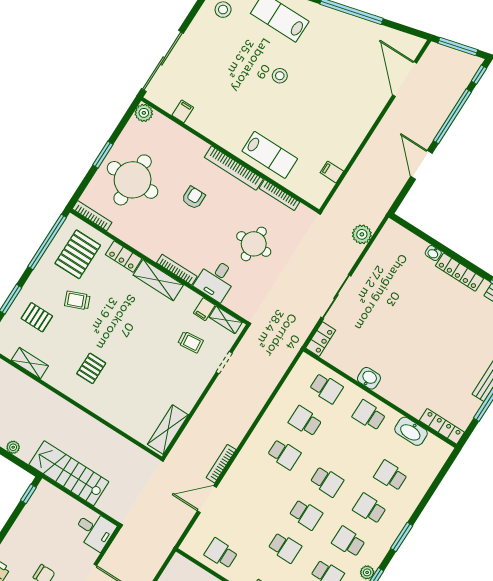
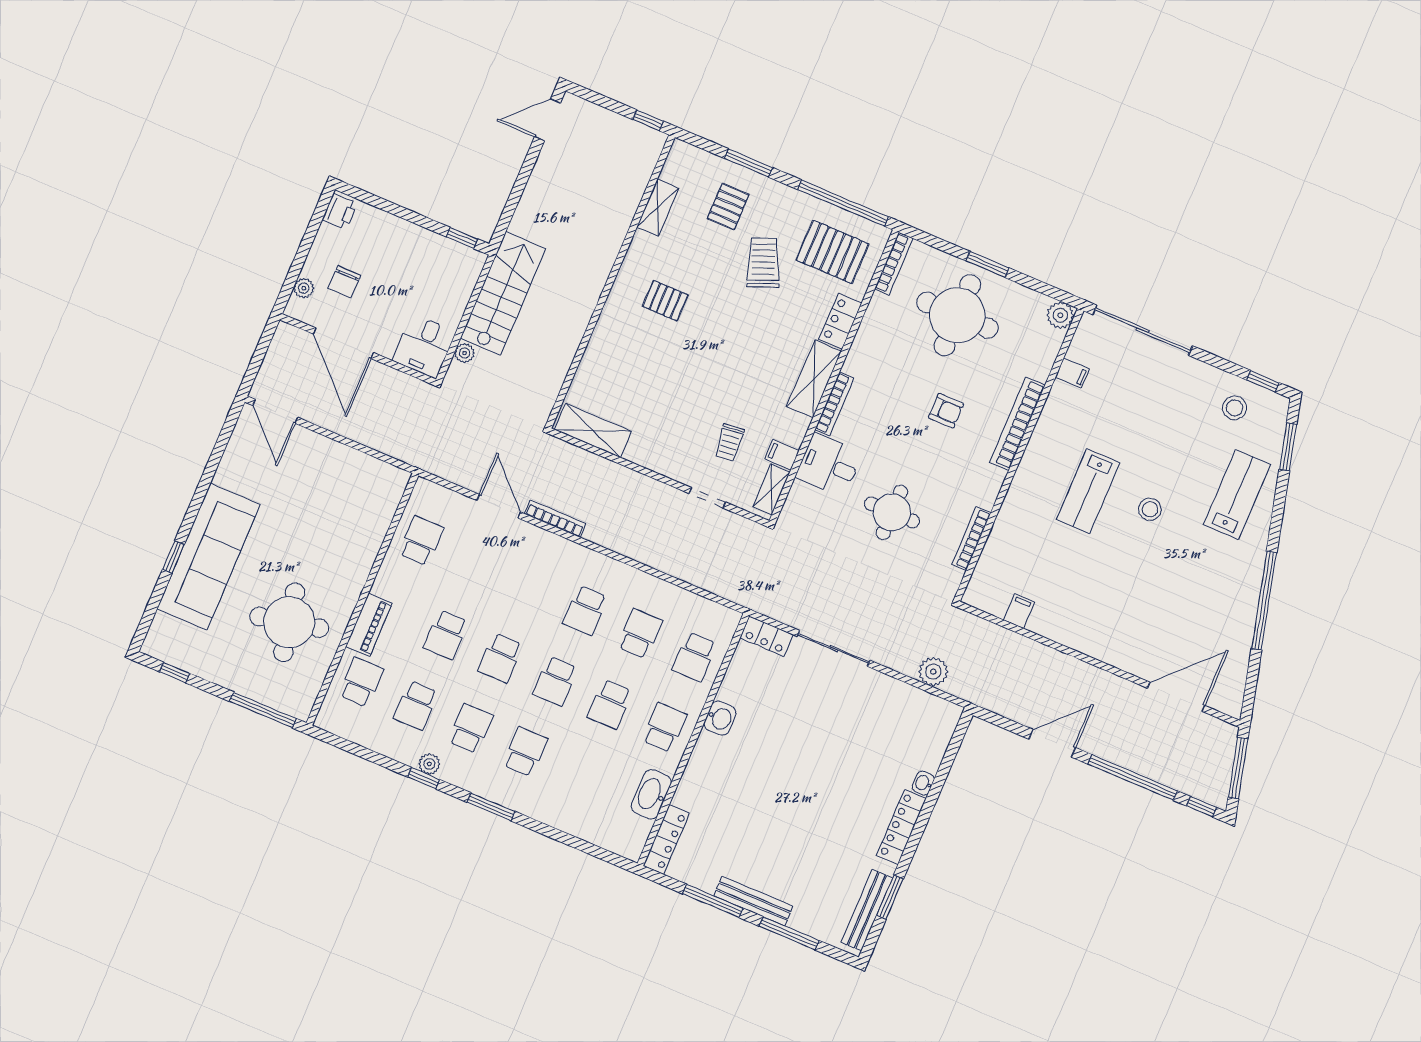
lab bench: (270, 155) -> (1088, 491), moved
bookcase: (234, 168) -> (1017, 424), moved
trolley: (77, 300) -> (763, 263), width x1.36, depth x1.39
plant: (13, 447) -> (465, 353), moved
school desk: (391, 476) -> (610, 704), moved, turned 180

